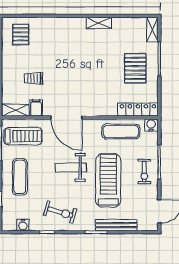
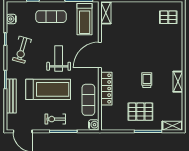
trolley: (34, 78) -> (147, 80), moved
filing cabinet: (36, 108) -> (108, 30), removed
locker: (138, 110) -> (106, 89), moved

